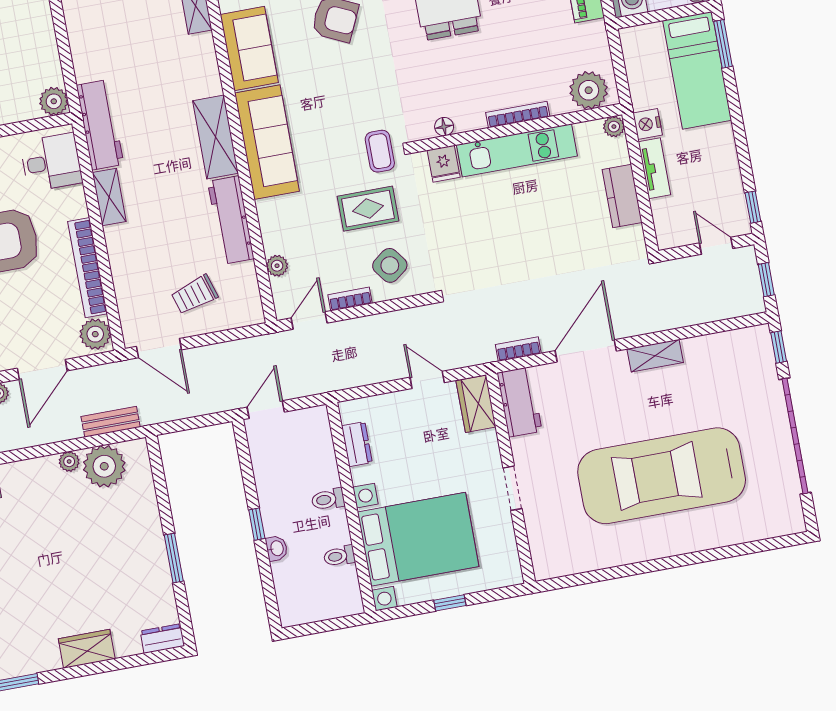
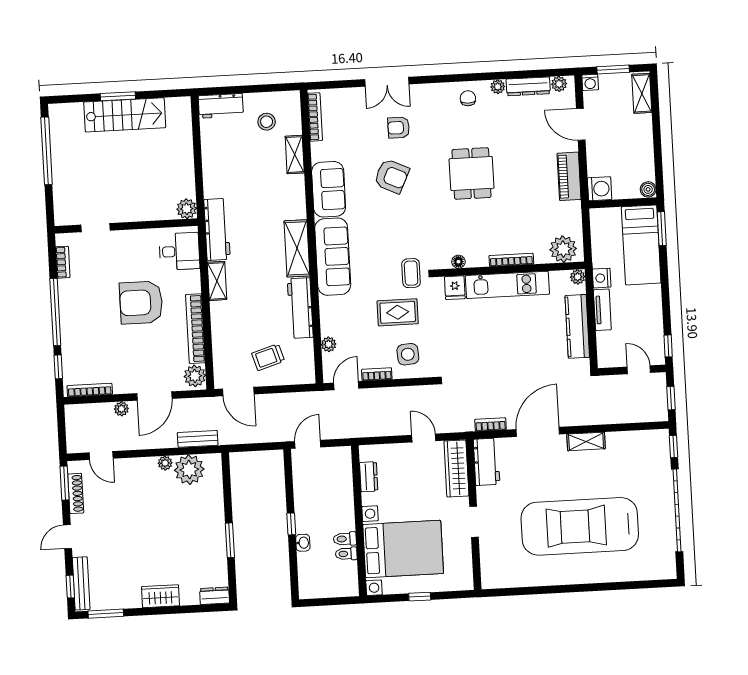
kitchen counter: (622, 196) -> (577, 326), width x1.50
side table: (390, 265) -> (408, 354), turned 33
wardrobe: (476, 404) -> (456, 469), width x1.50
toilet: (328, 499) -> (345, 539), moved

